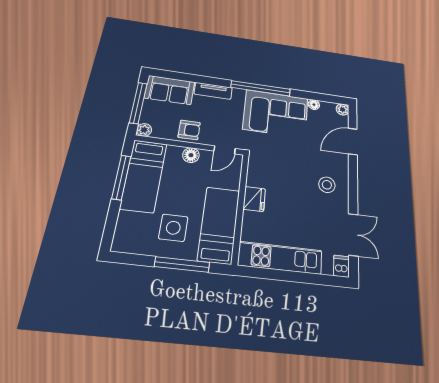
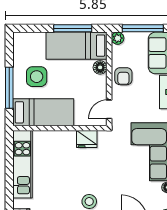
door: (225, 150) -> (109, 109), hinge flipped
floor lamp: (191, 155) -> (100, 67), moved
fridge: (254, 199) -> (87, 139), moved

